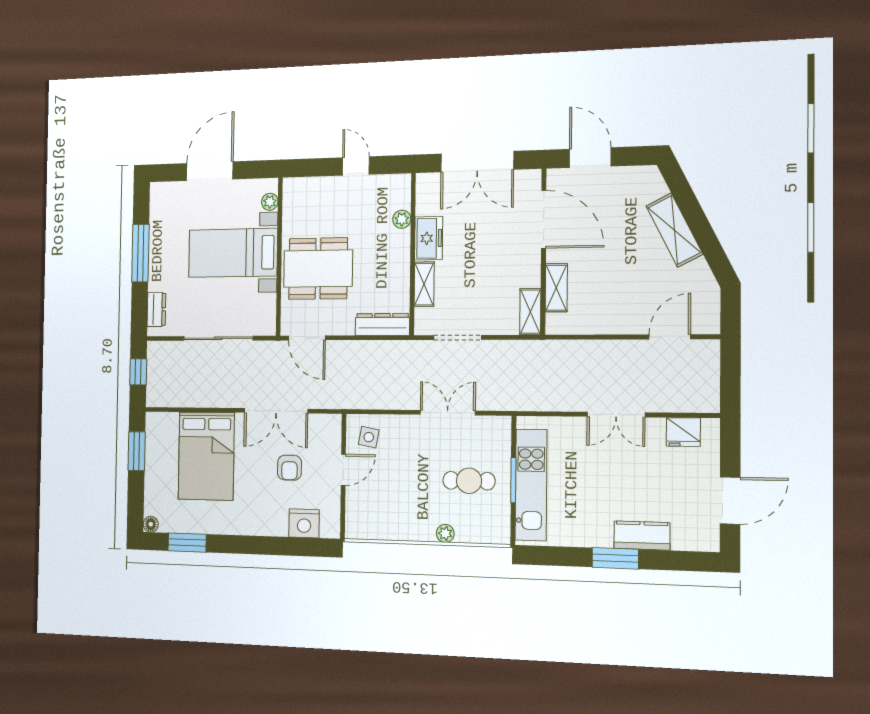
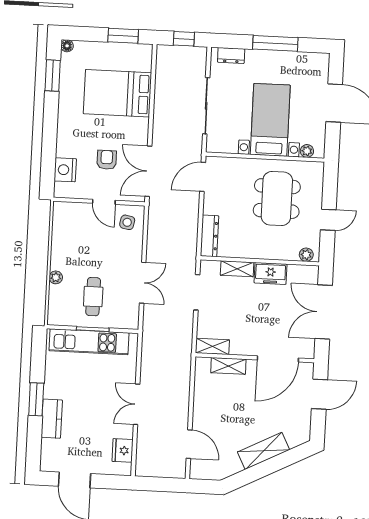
plant: (402, 219) -> (306, 255), moved
dining table: (318, 269) -> (277, 199), moved
double door: (276, 411) -> (148, 171), moved
armchair: (289, 468) -> (107, 160), turned 90

